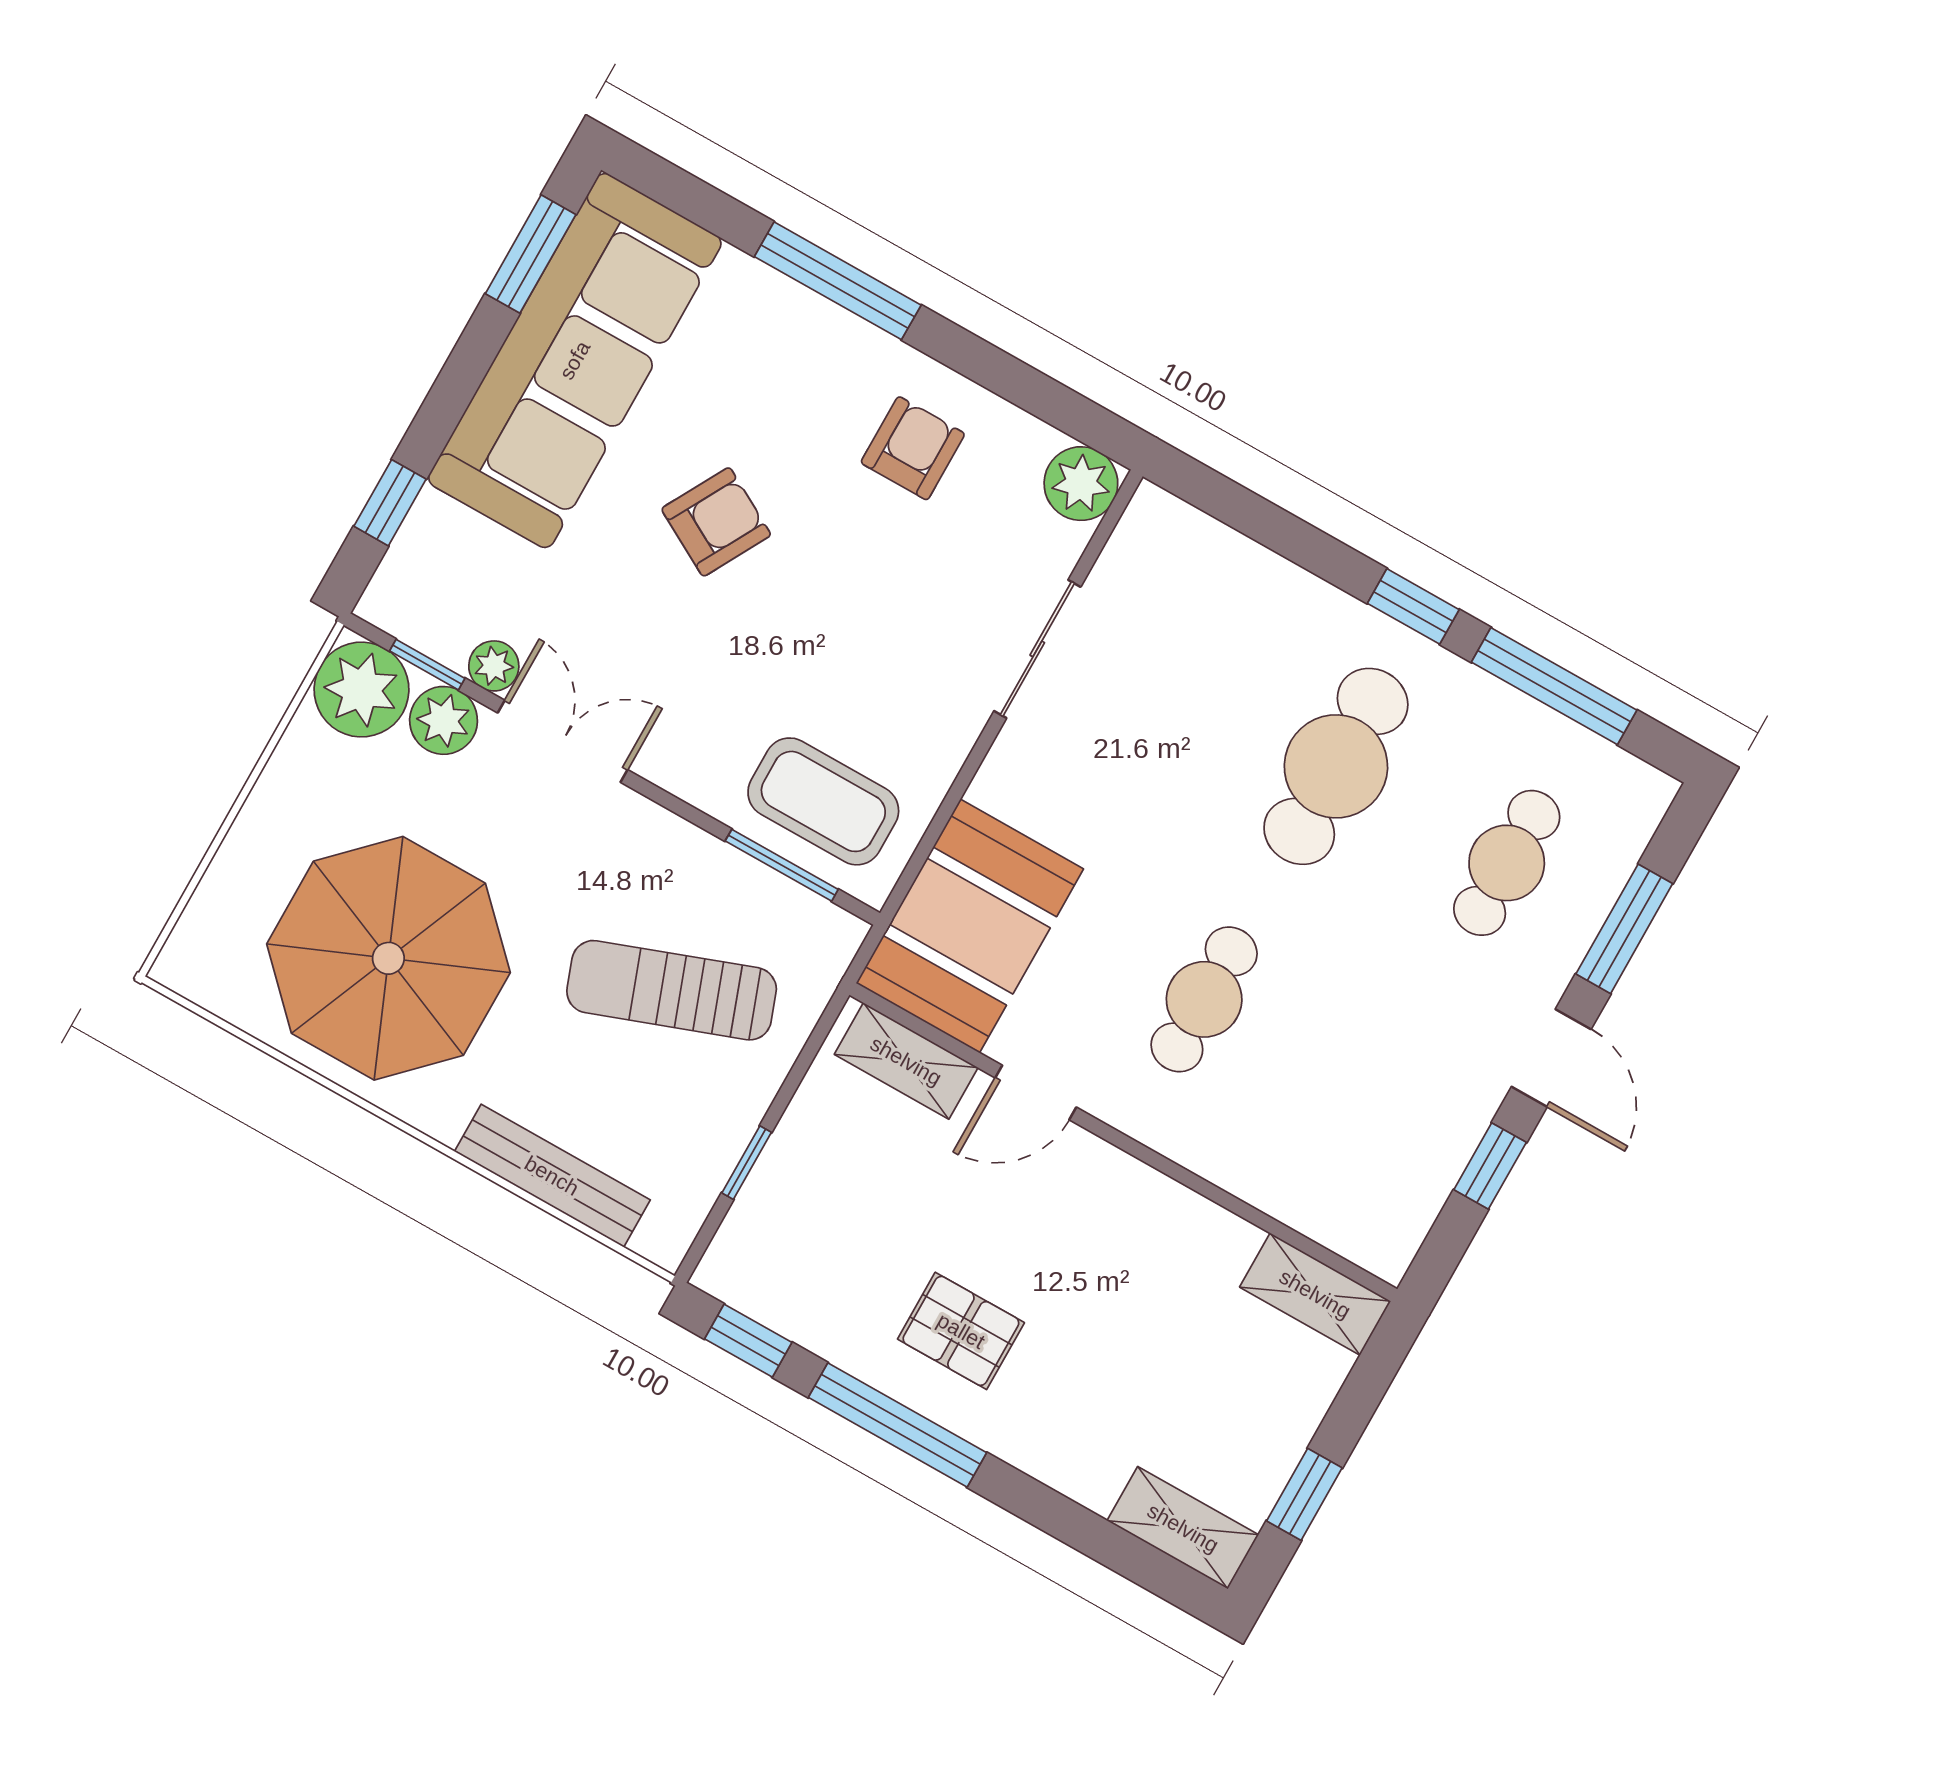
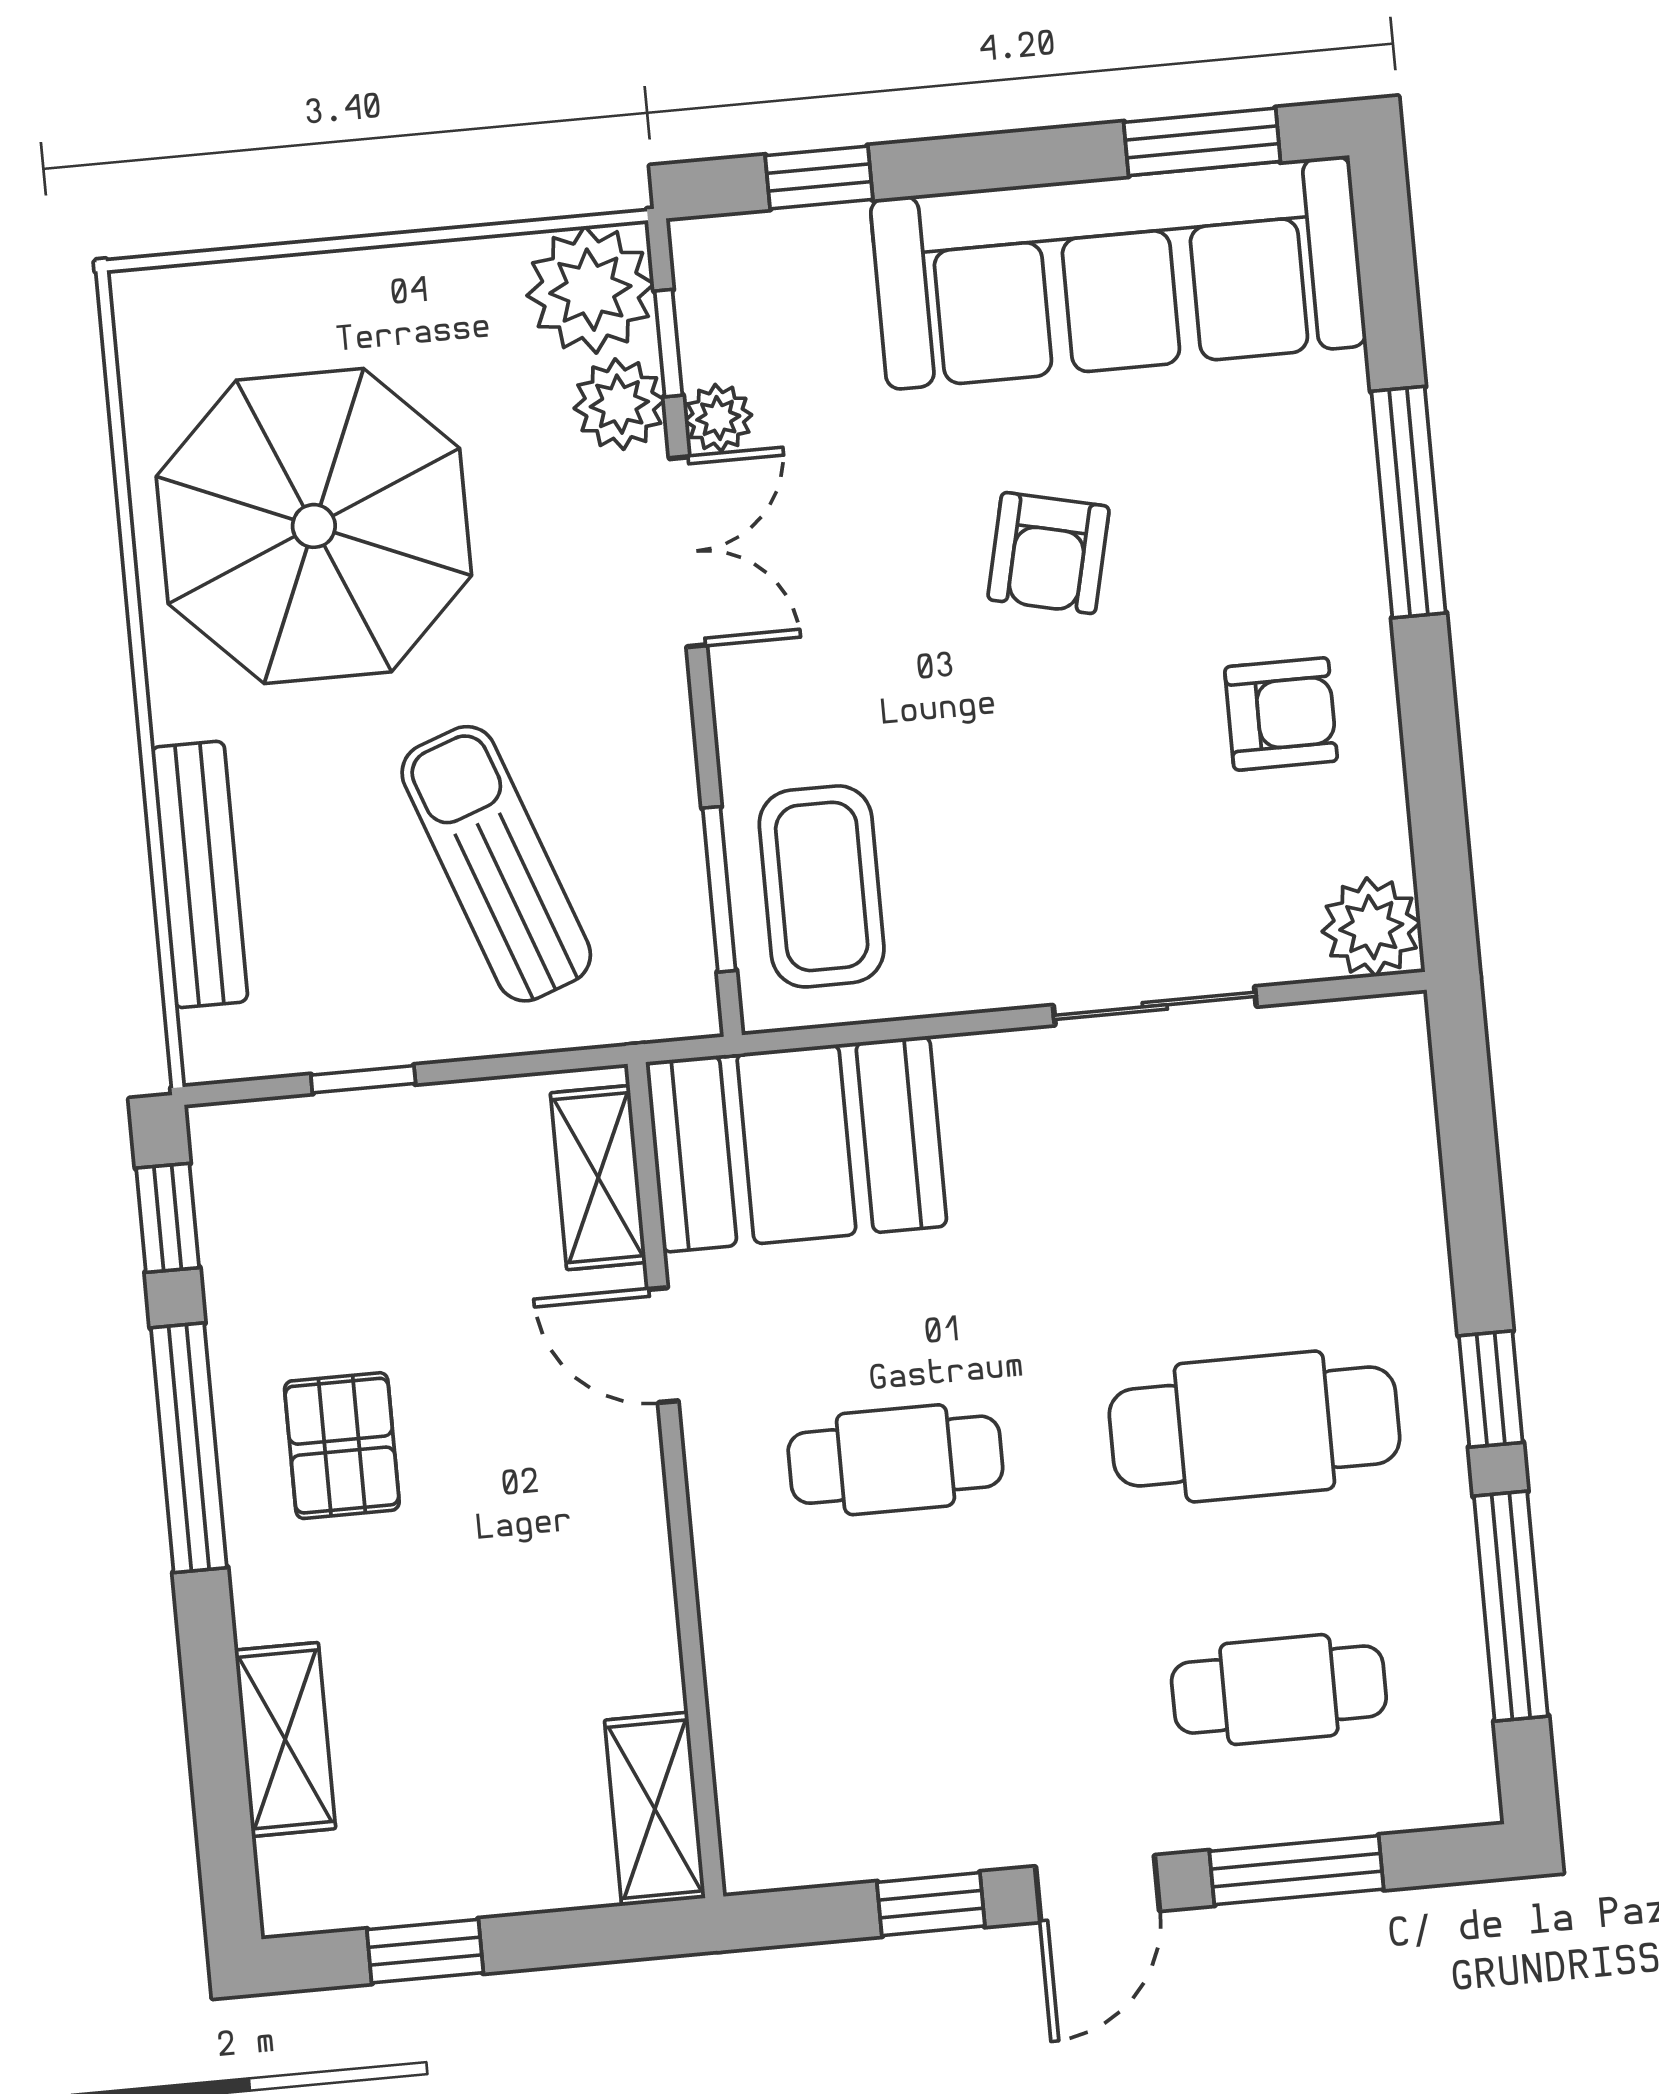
armchair: (716, 522) -> (1048, 553), turned 74
shelving: (1183, 1528) -> (285, 1739), moved

